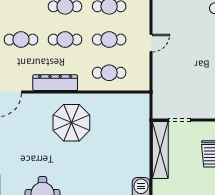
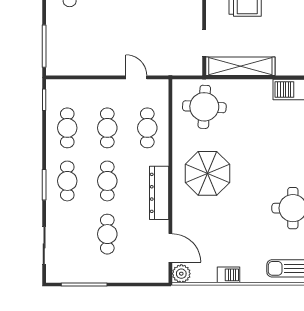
door: (151, 43) -> (136, 77), moved
round table: (127, 120) -> (204, 107), added

